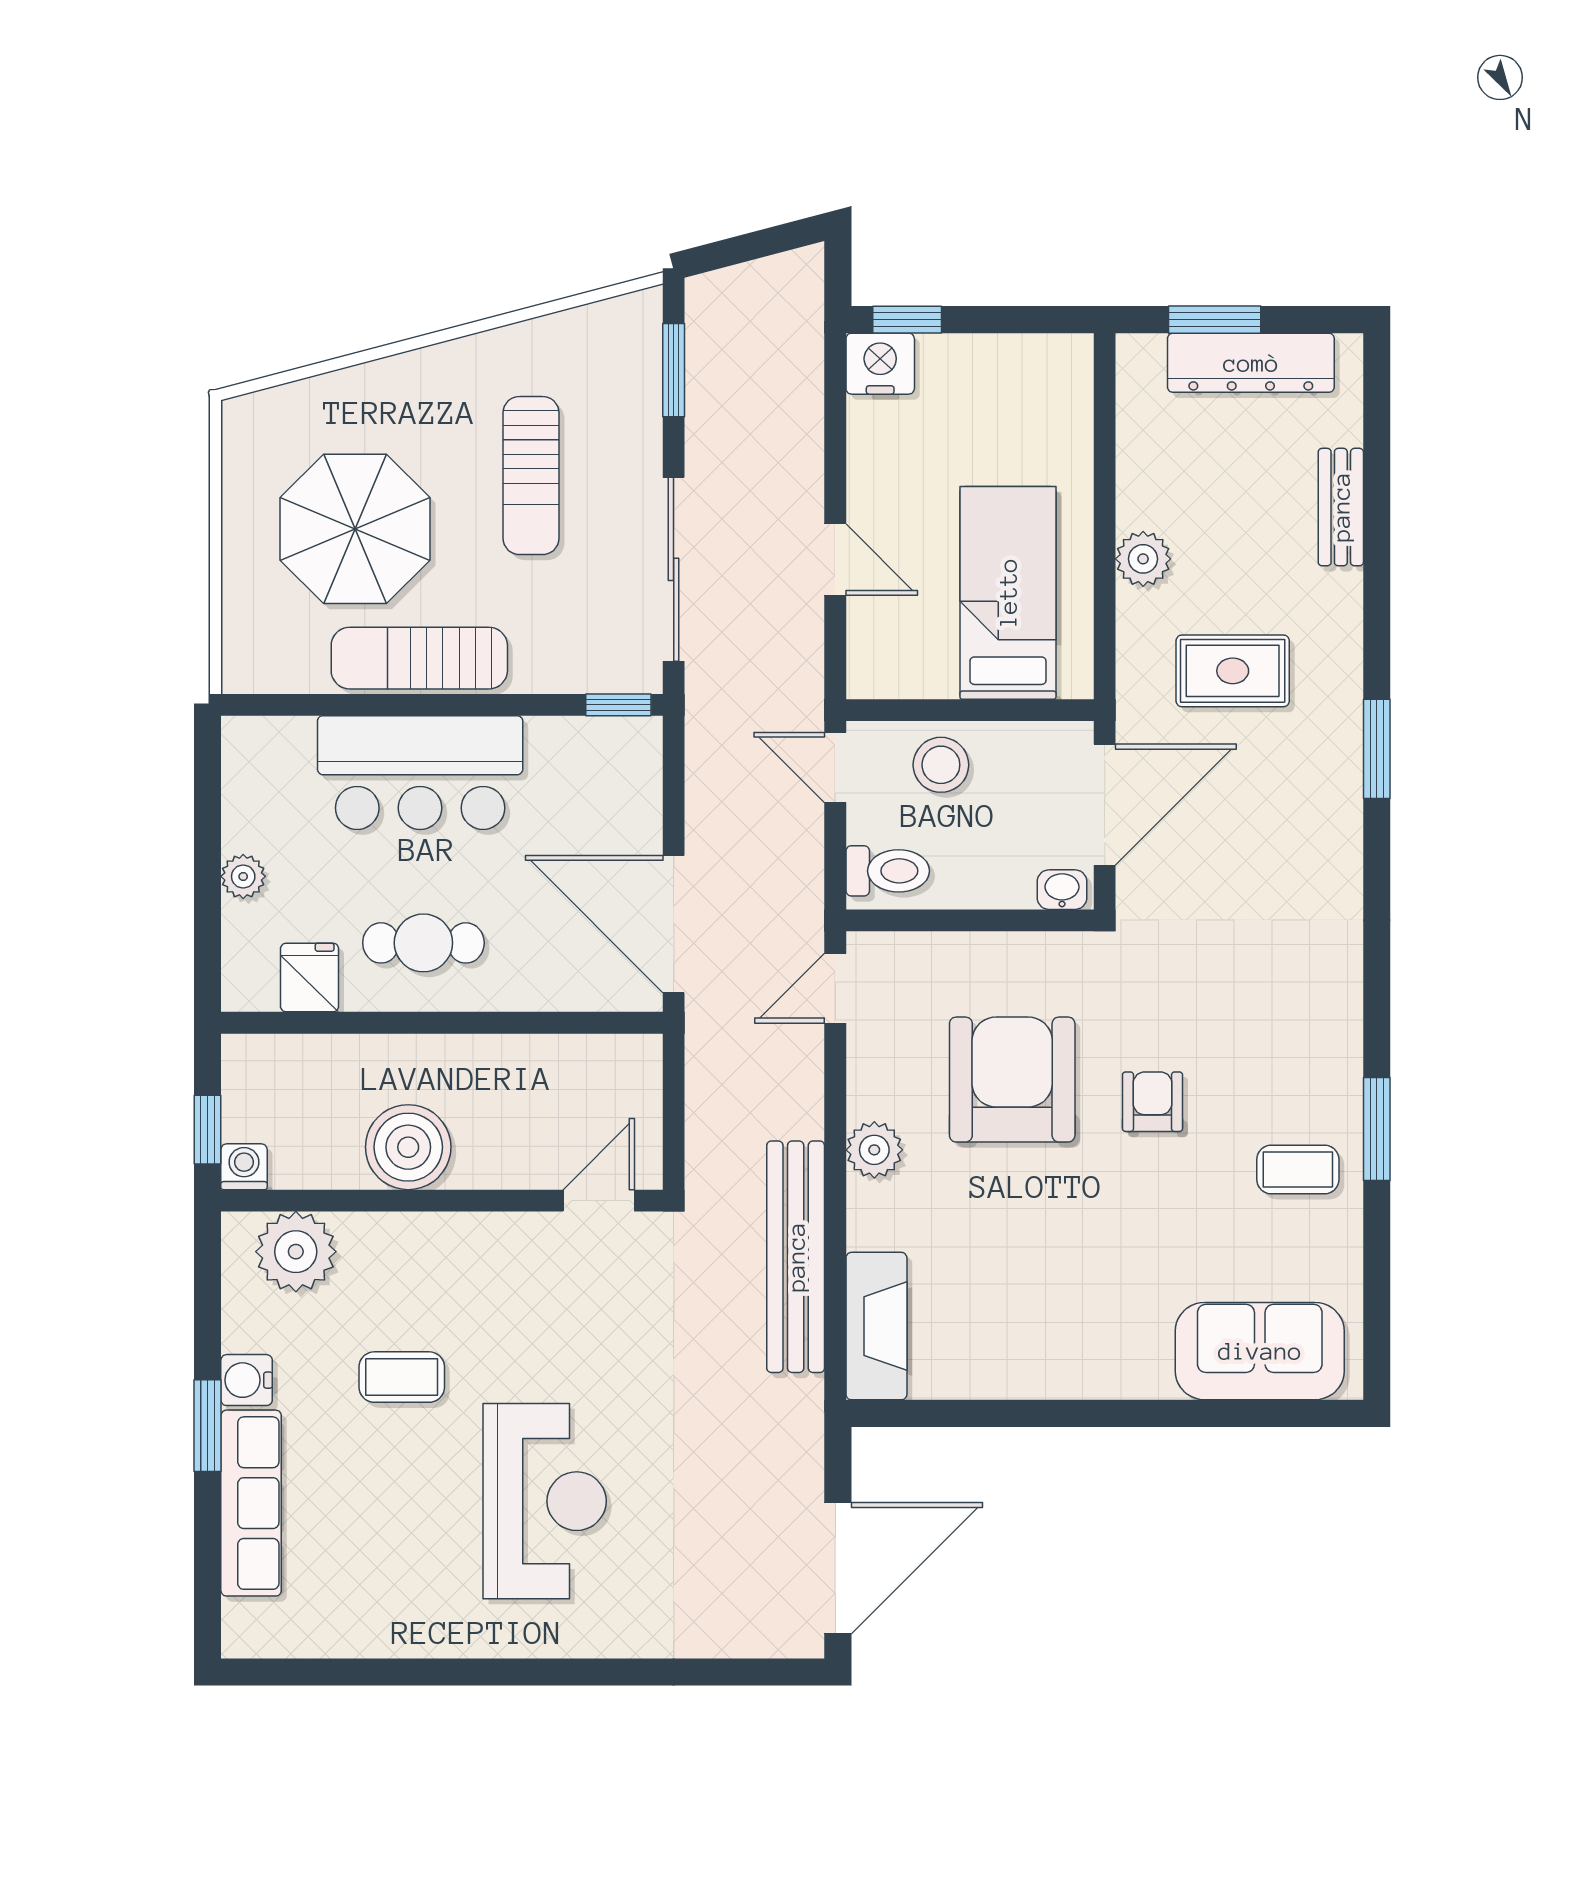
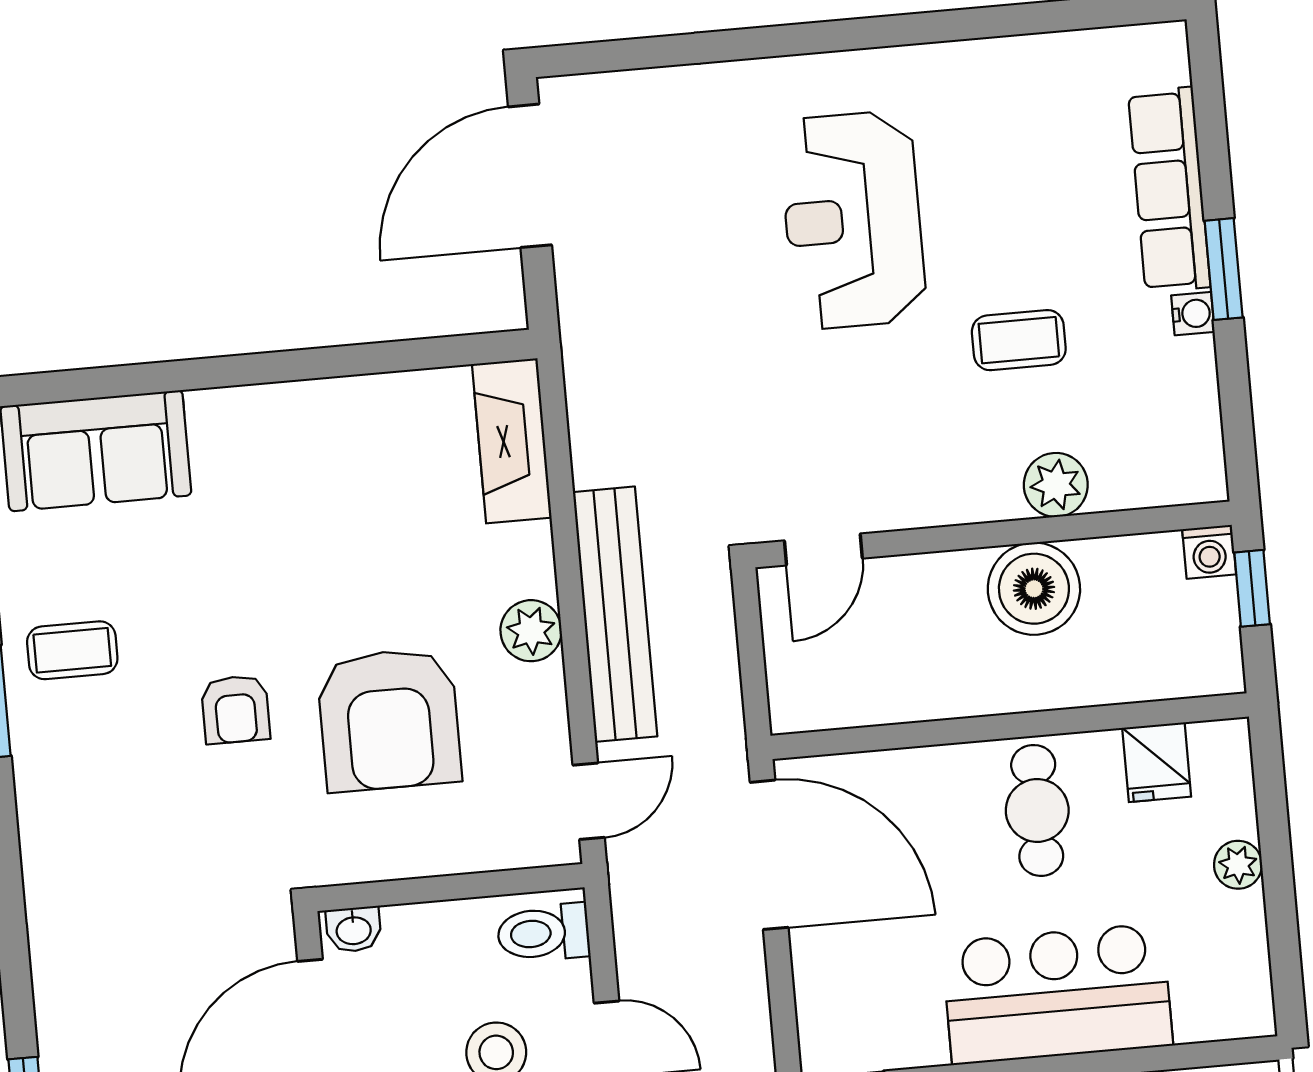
cafe table: (423, 943) -> (1037, 810), turned 90
plant: (296, 1252) -> (1056, 485), moved, width x0.73, depth x0.73
bench: (796, 1257) -> (615, 614), moved
water cooler: (247, 1380) -> (1193, 314), width x0.72, depth x0.72

